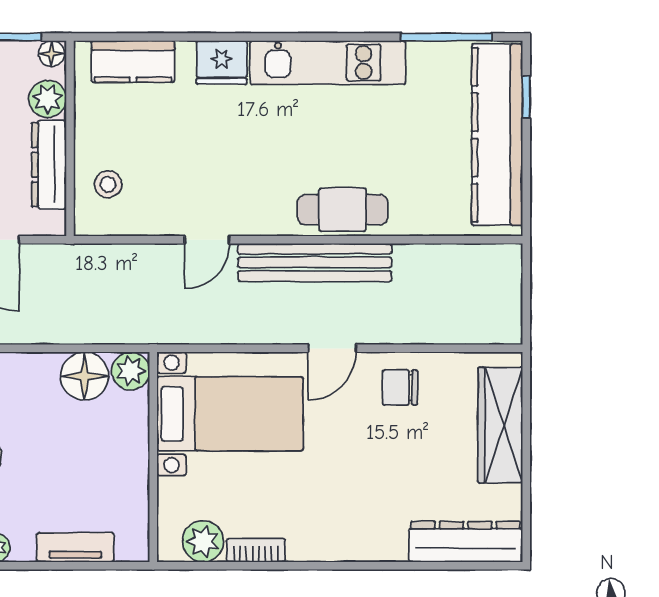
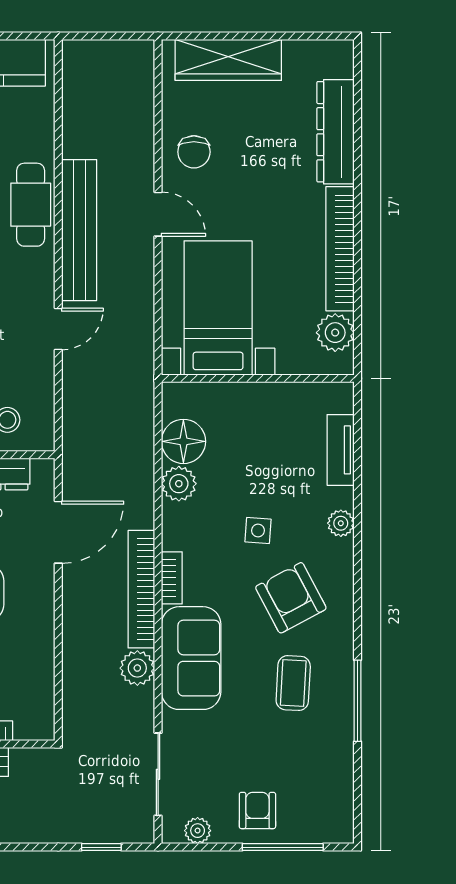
door: (207, 240) -> (58, 329), hinge flipped
plant: (131, 371) -> (179, 484), moved
dresser: (466, 542) -> (336, 132), moved
bookcase: (256, 550) -> (340, 249), width x2.31, depth x1.31

